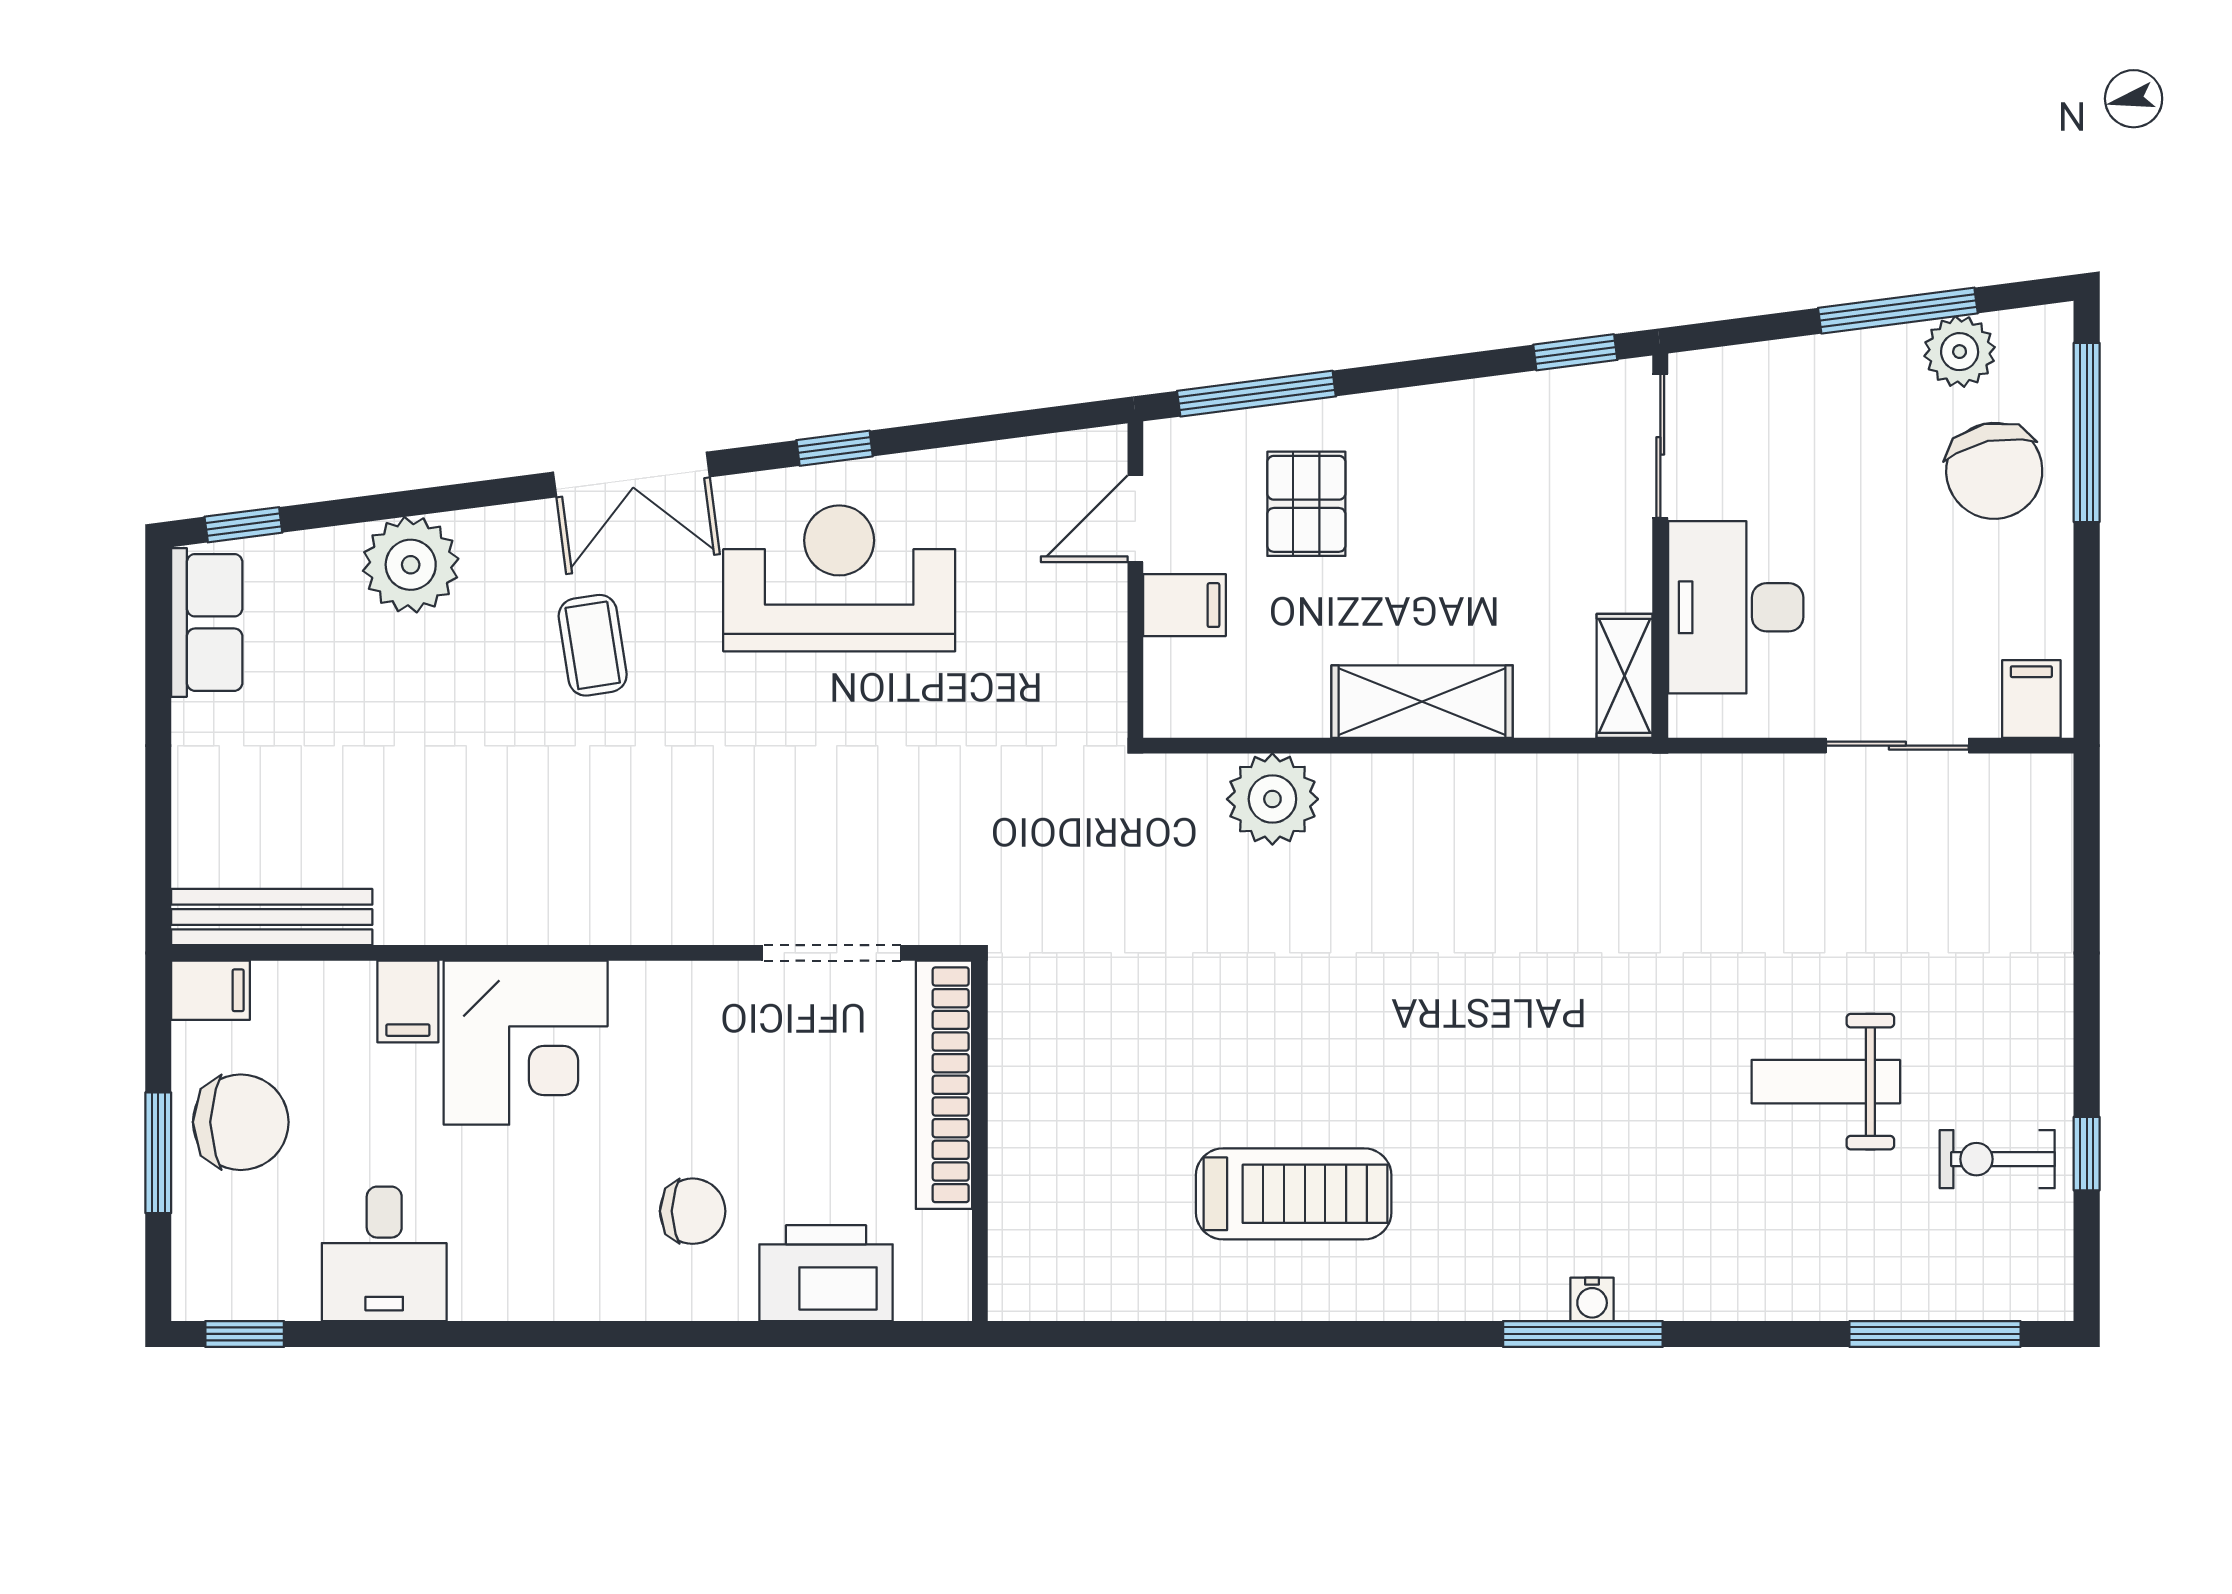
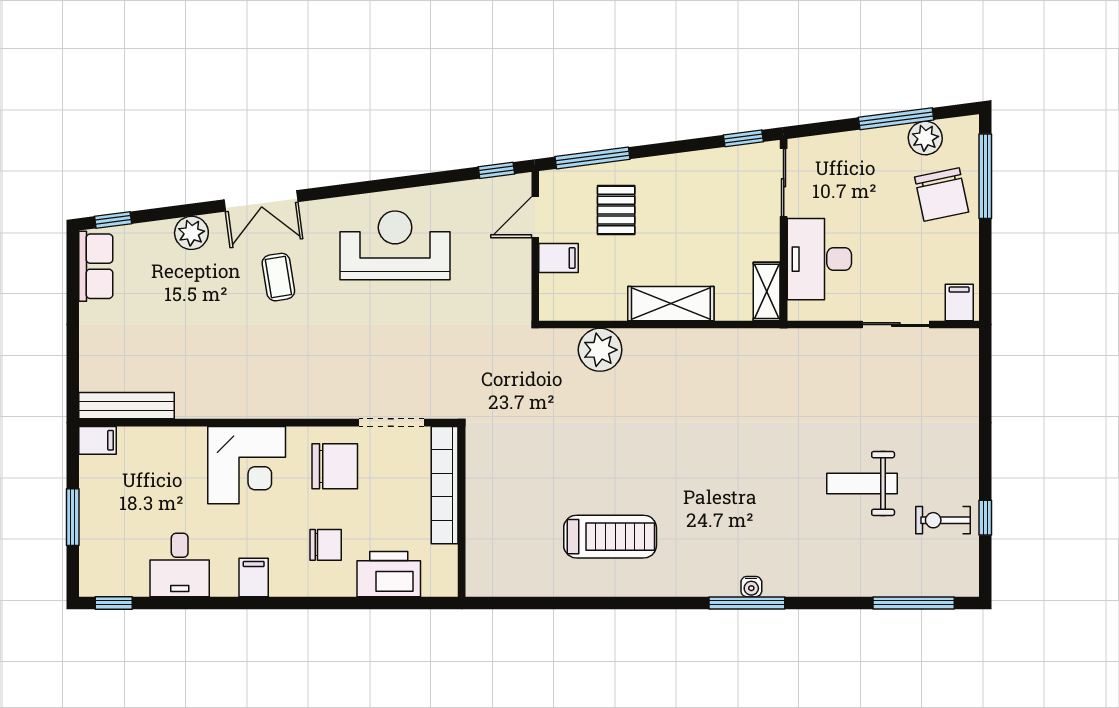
window: (835, 448) -> (496, 170), moved
double door: (631, 474) -> (261, 201), moved
plant: (411, 565) -> (191, 233), width x0.73, depth x0.73
filing cabinet: (408, 1002) -> (254, 577), moved, turned 180
chair: (241, 1122) -> (335, 466), moved

